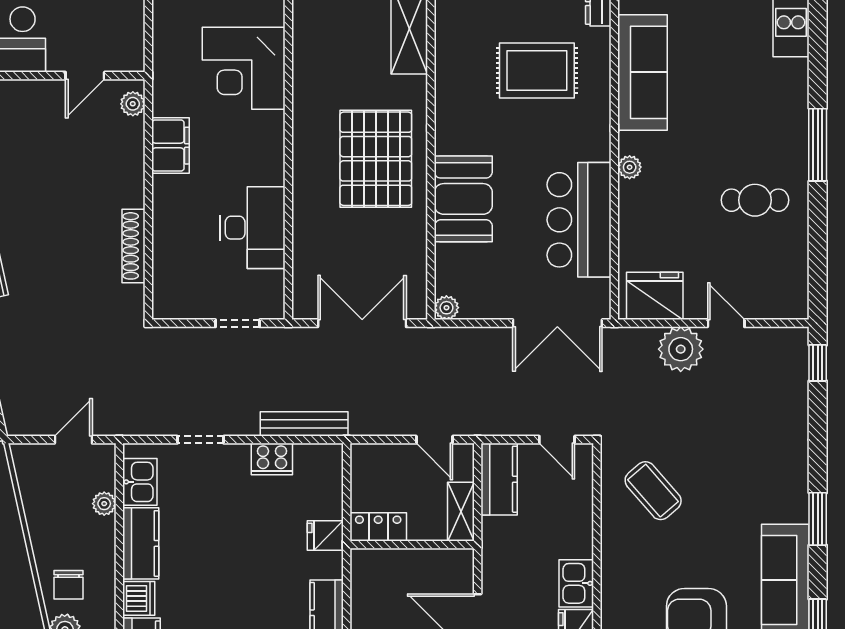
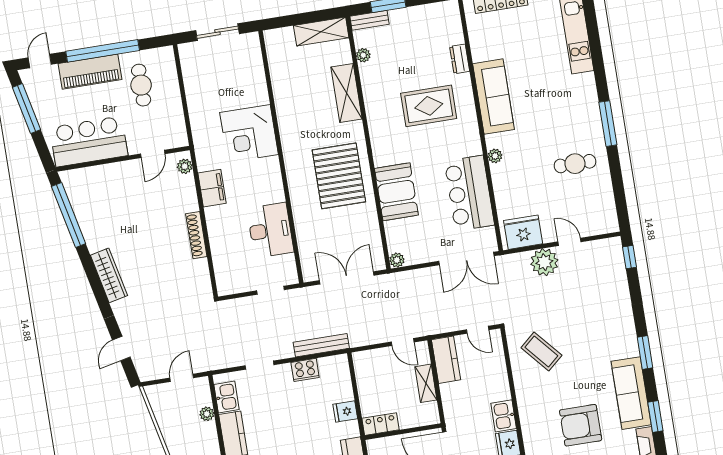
shoe rack: (134, 246) -> (196, 235), moved
locker: (378, 527) -> (381, 424), moved
wall: (412, 545) -> (403, 432), moved

